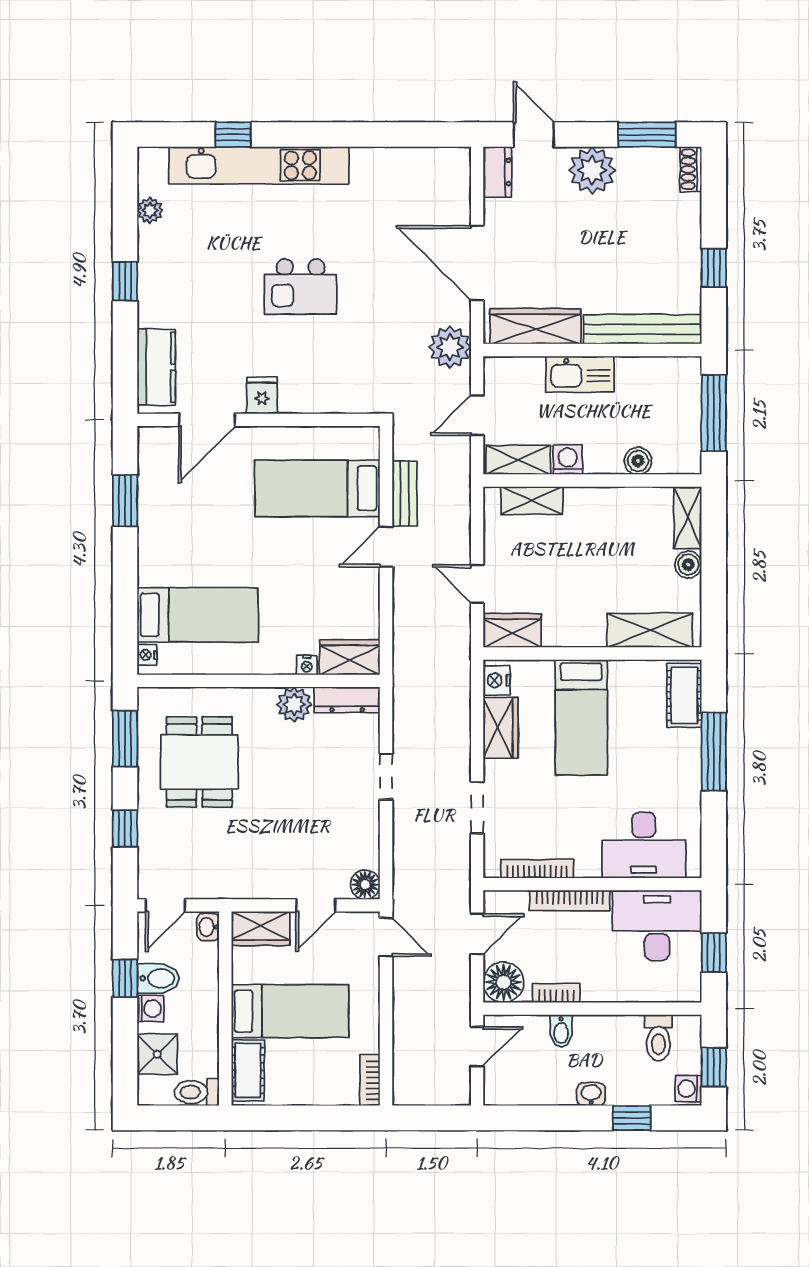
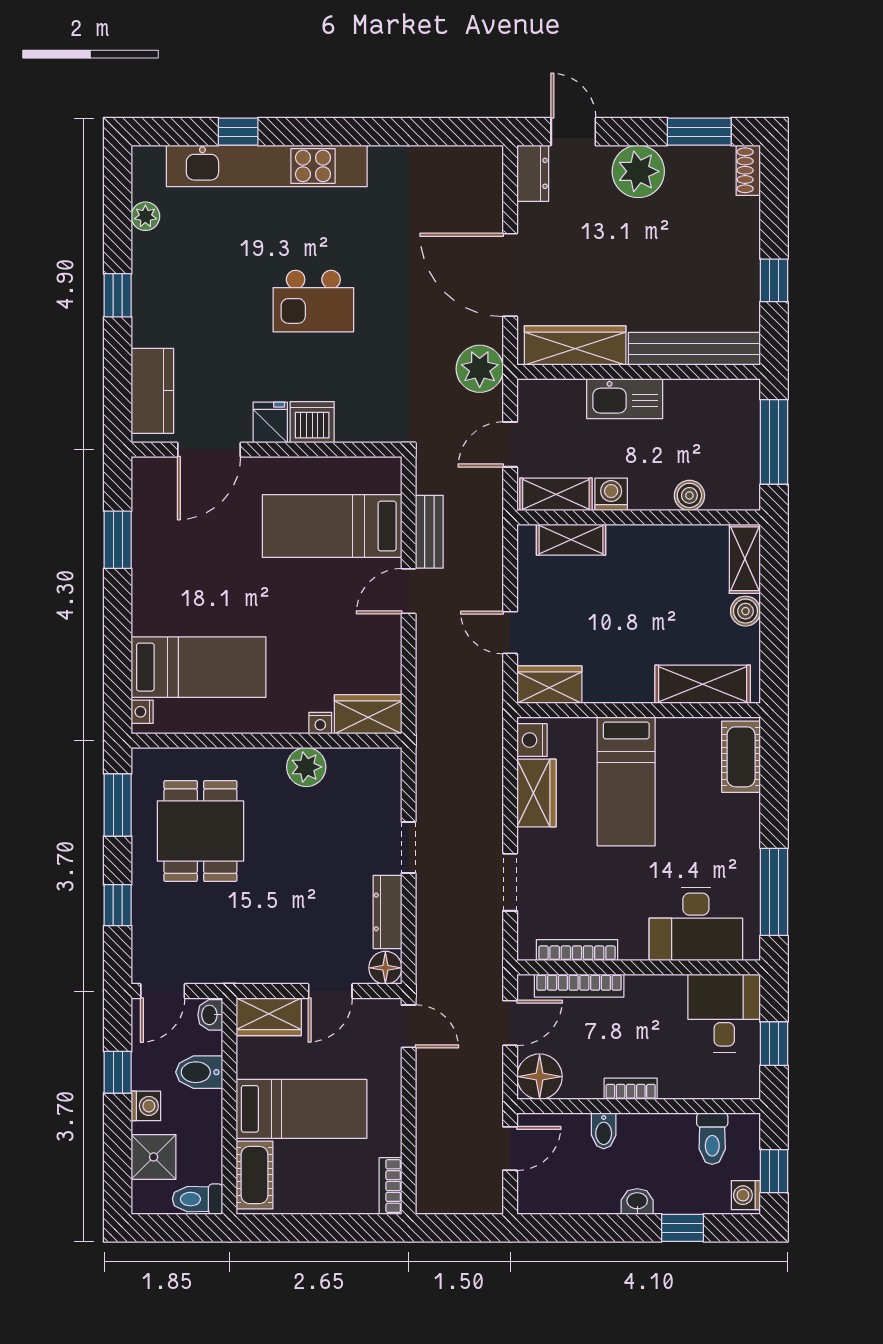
dishwasher: (300, 395) -> (312, 422), added
dresser: (347, 700) -> (387, 912), moved, turned 90
window: (714, 752) -> (774, 892), moved
bookcase: (570, 901) -> (579, 986), moved
desk: (657, 925) -> (724, 1013), width x0.73
bidet: (158, 978) -> (199, 1072), moved, turned 180
bookcase: (556, 993) -> (631, 1089), moved

